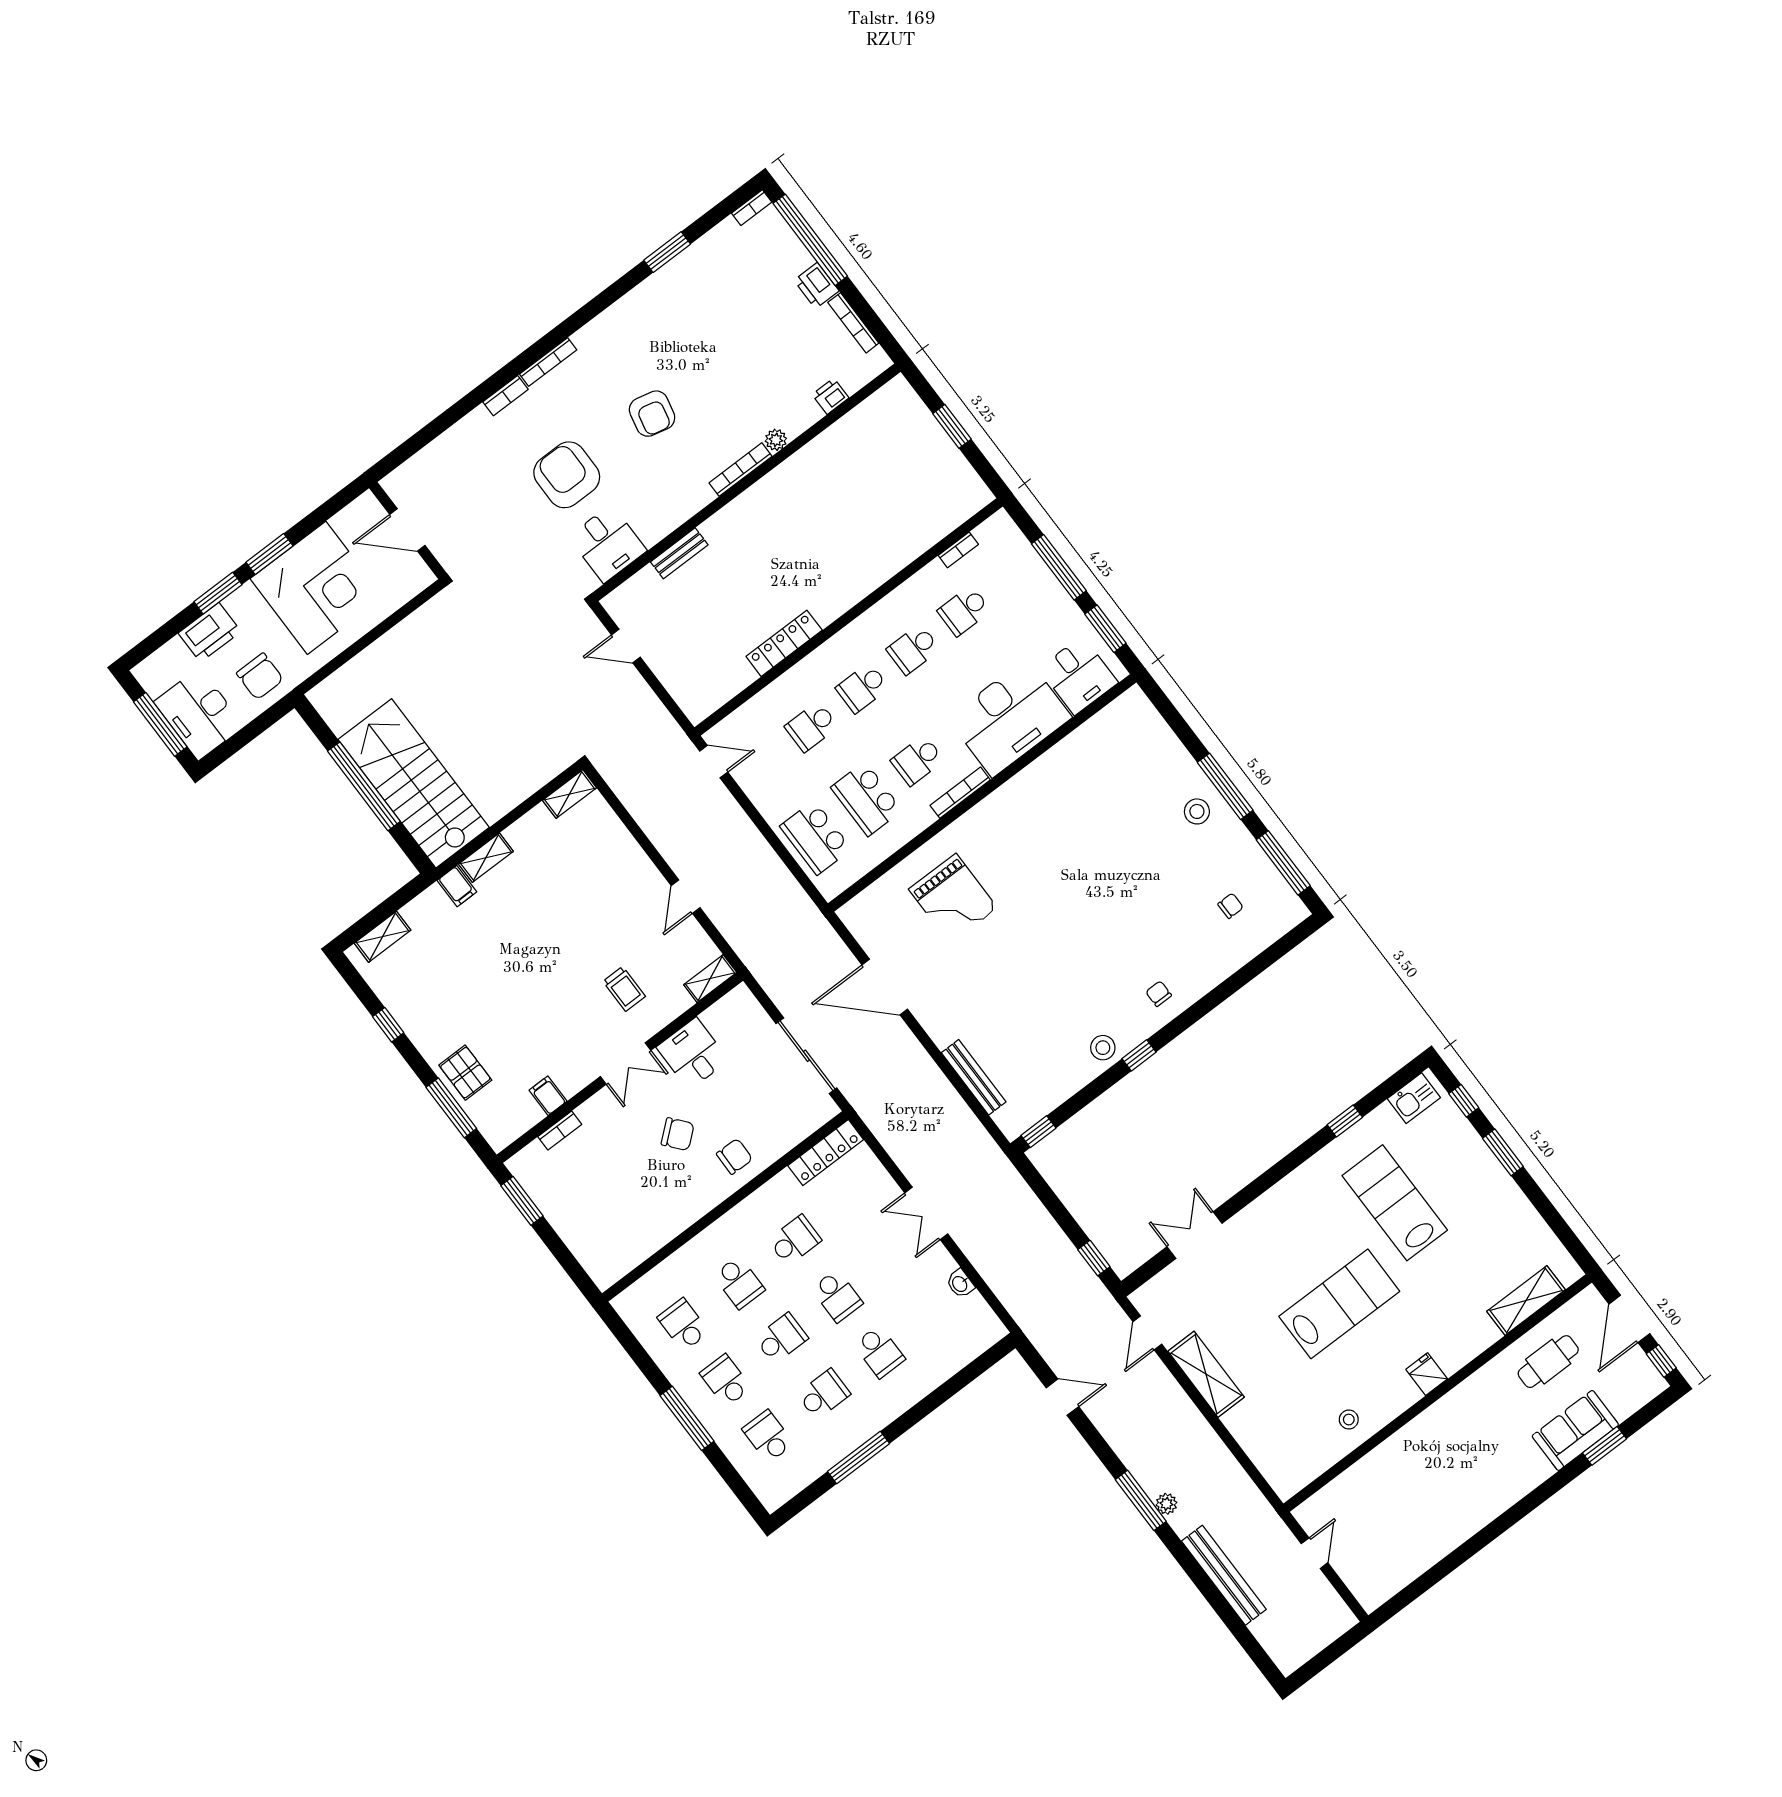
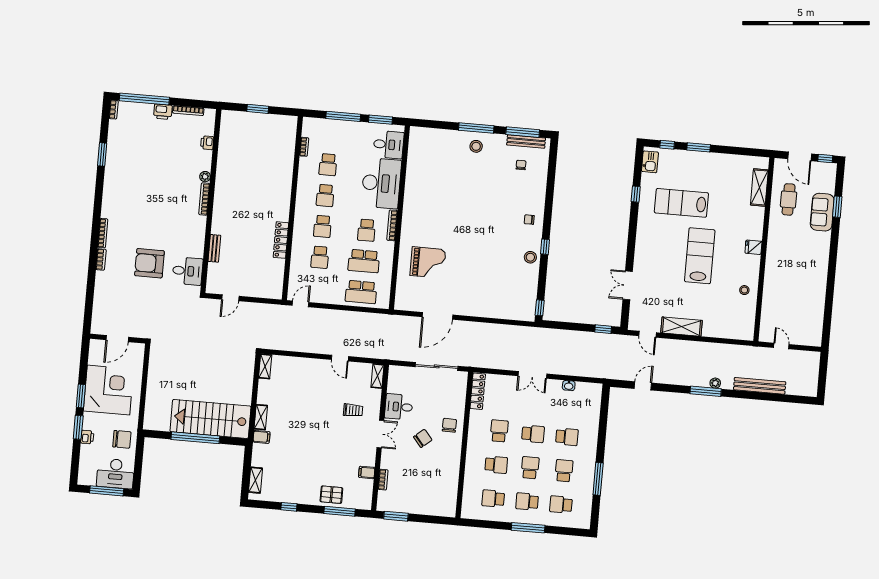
armchair: (652, 414) -> (155, 213), removed
printer: (210, 632) -> (87, 437), width x0.53, depth x0.68
bench: (974, 1077) -> (526, 142), moved

